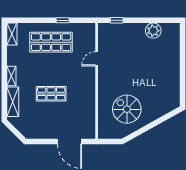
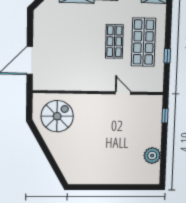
shop shelf: (51, 94) -> (114, 41), moved
spiral stairs: (127, 109) -> (57, 116), moved

